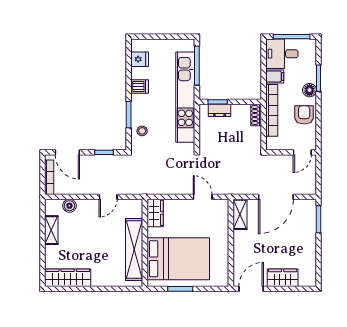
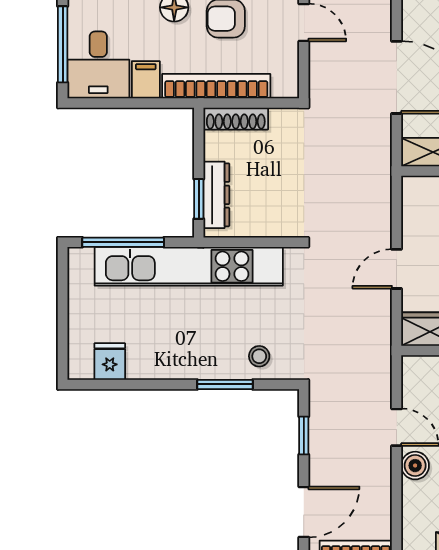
dishwasher: (140, 87) -> (167, 361), removed
dresser: (220, 110) -> (216, 195), width x1.44
shoe rack: (256, 115) -> (236, 119), width x1.43
door: (203, 197) -> (397, 269), moved
boiler: (69, 206) -> (415, 466), moved

